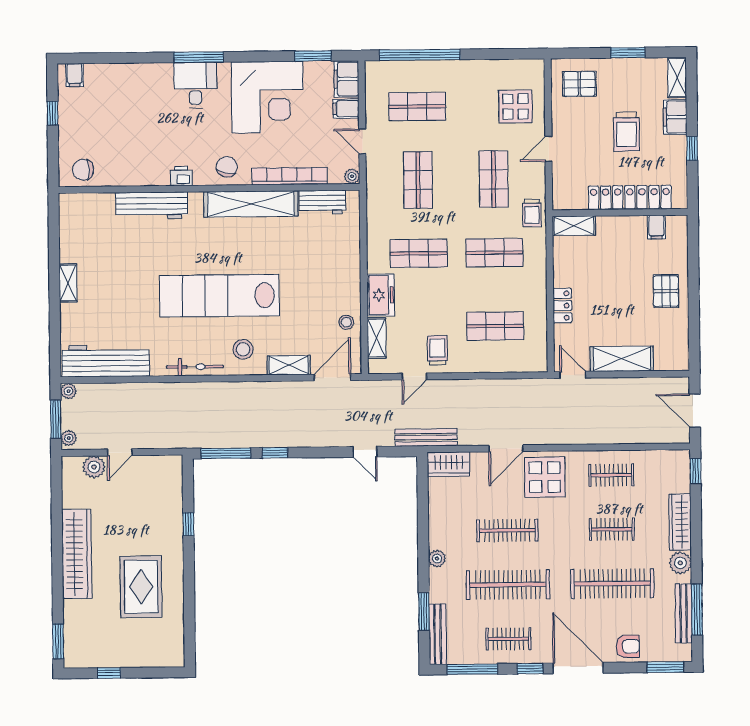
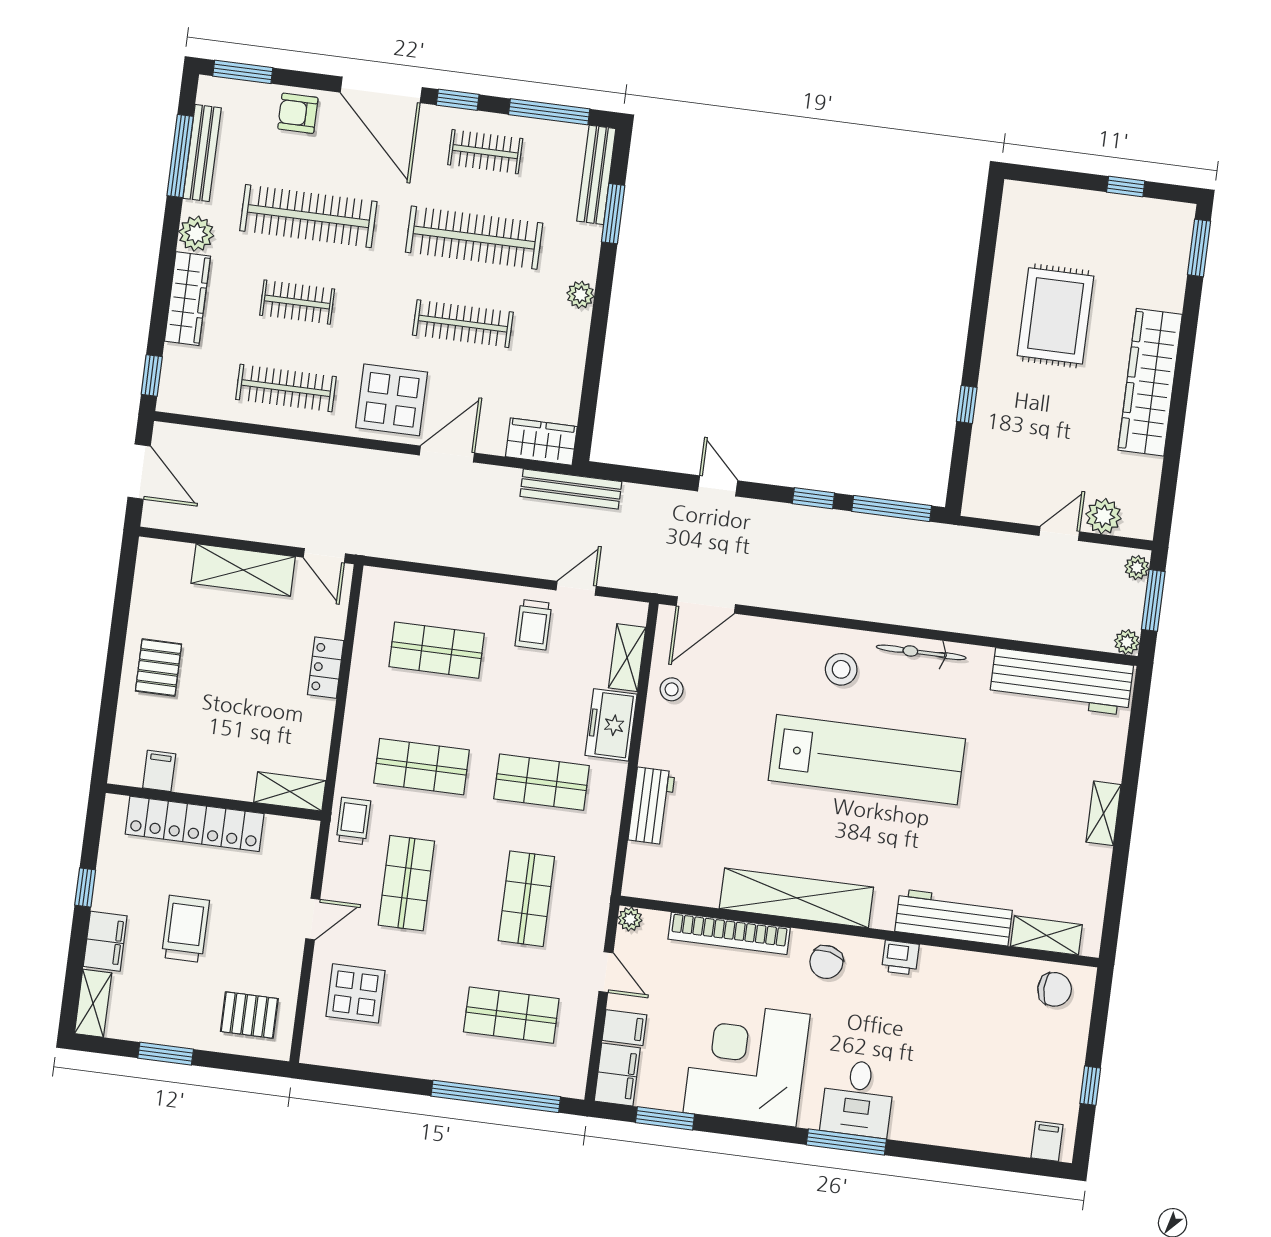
workbench: (322, 202) -> (652, 806), moved, turned 90
shelving: (289, 365) -> (1046, 935), moved
door: (365, 452) -> (718, 486), moved
clothes rail: (611, 475) -> (286, 388), width x1.36

